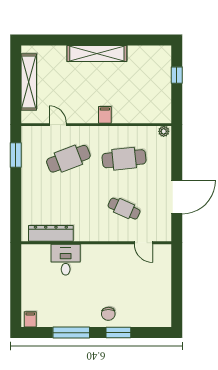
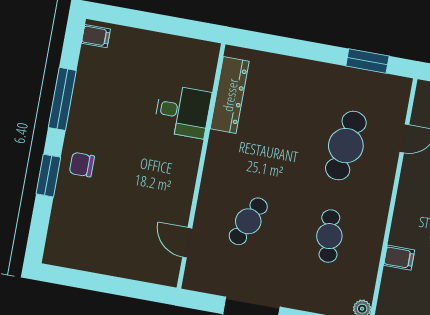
filing cabinet: (105, 115) -> (399, 258), moved
cafe table: (68, 159) -> (346, 146), turned 30
cafe table: (124, 159) -> (329, 236), width x0.73, depth x0.74
door: (143, 243) -> (187, 243), hinge flipped

